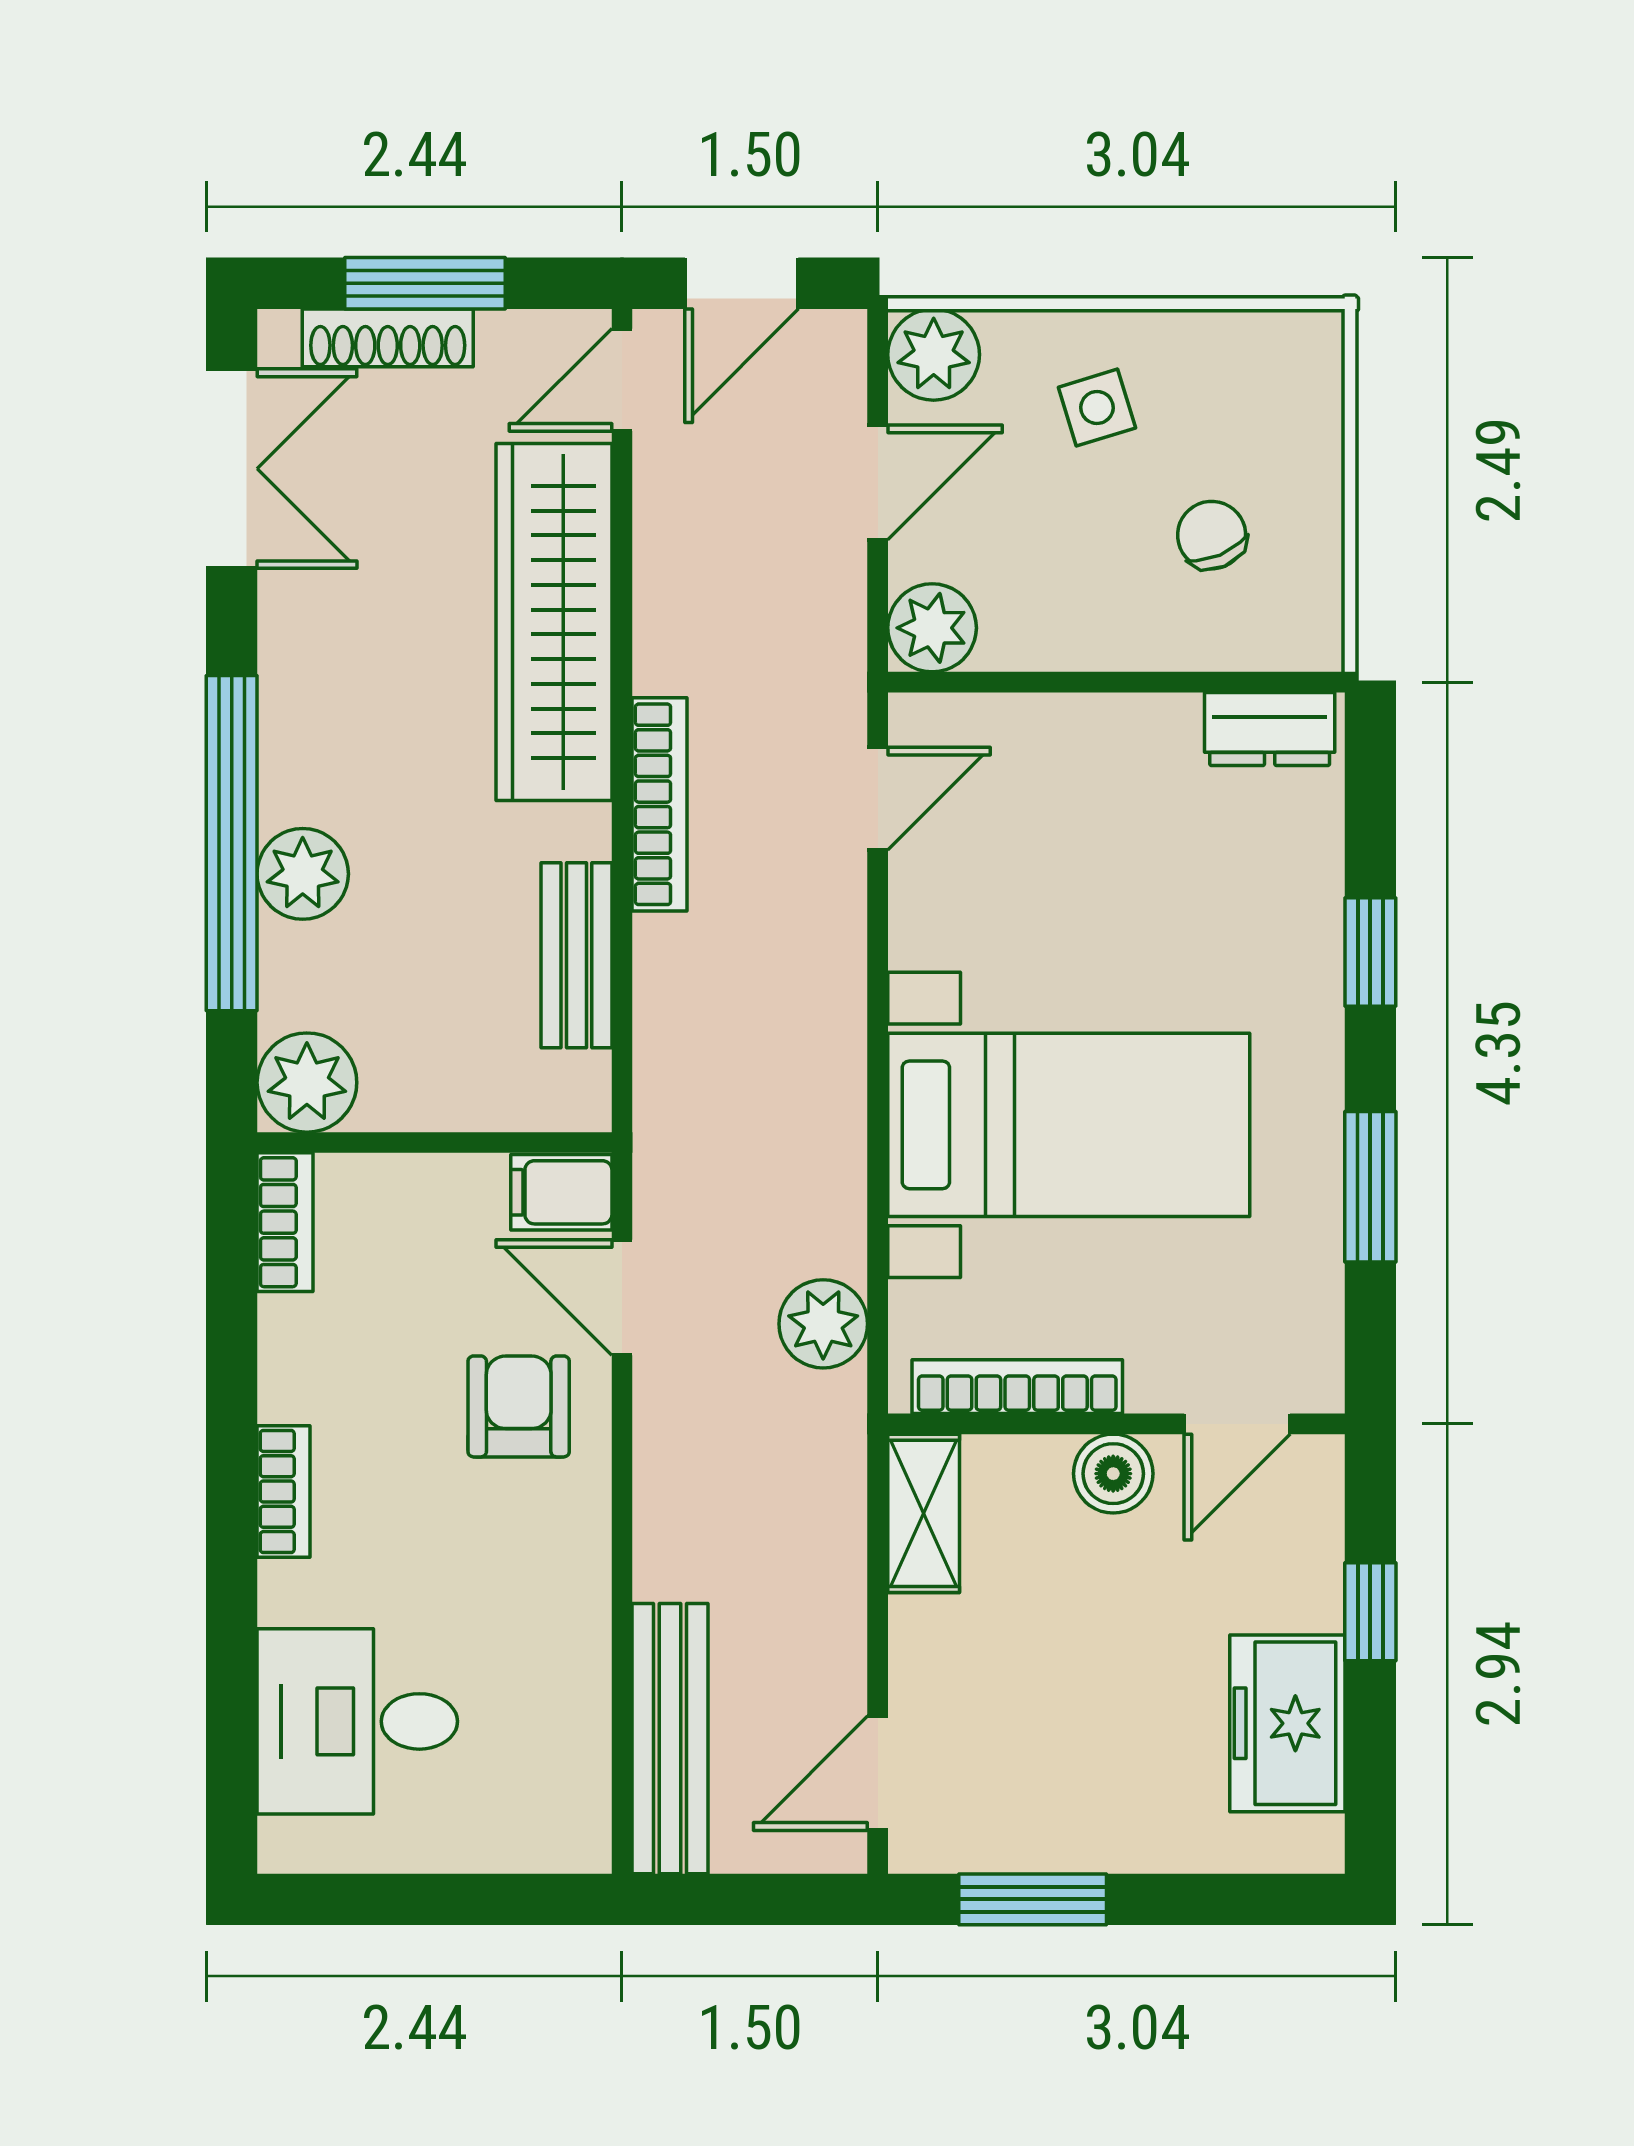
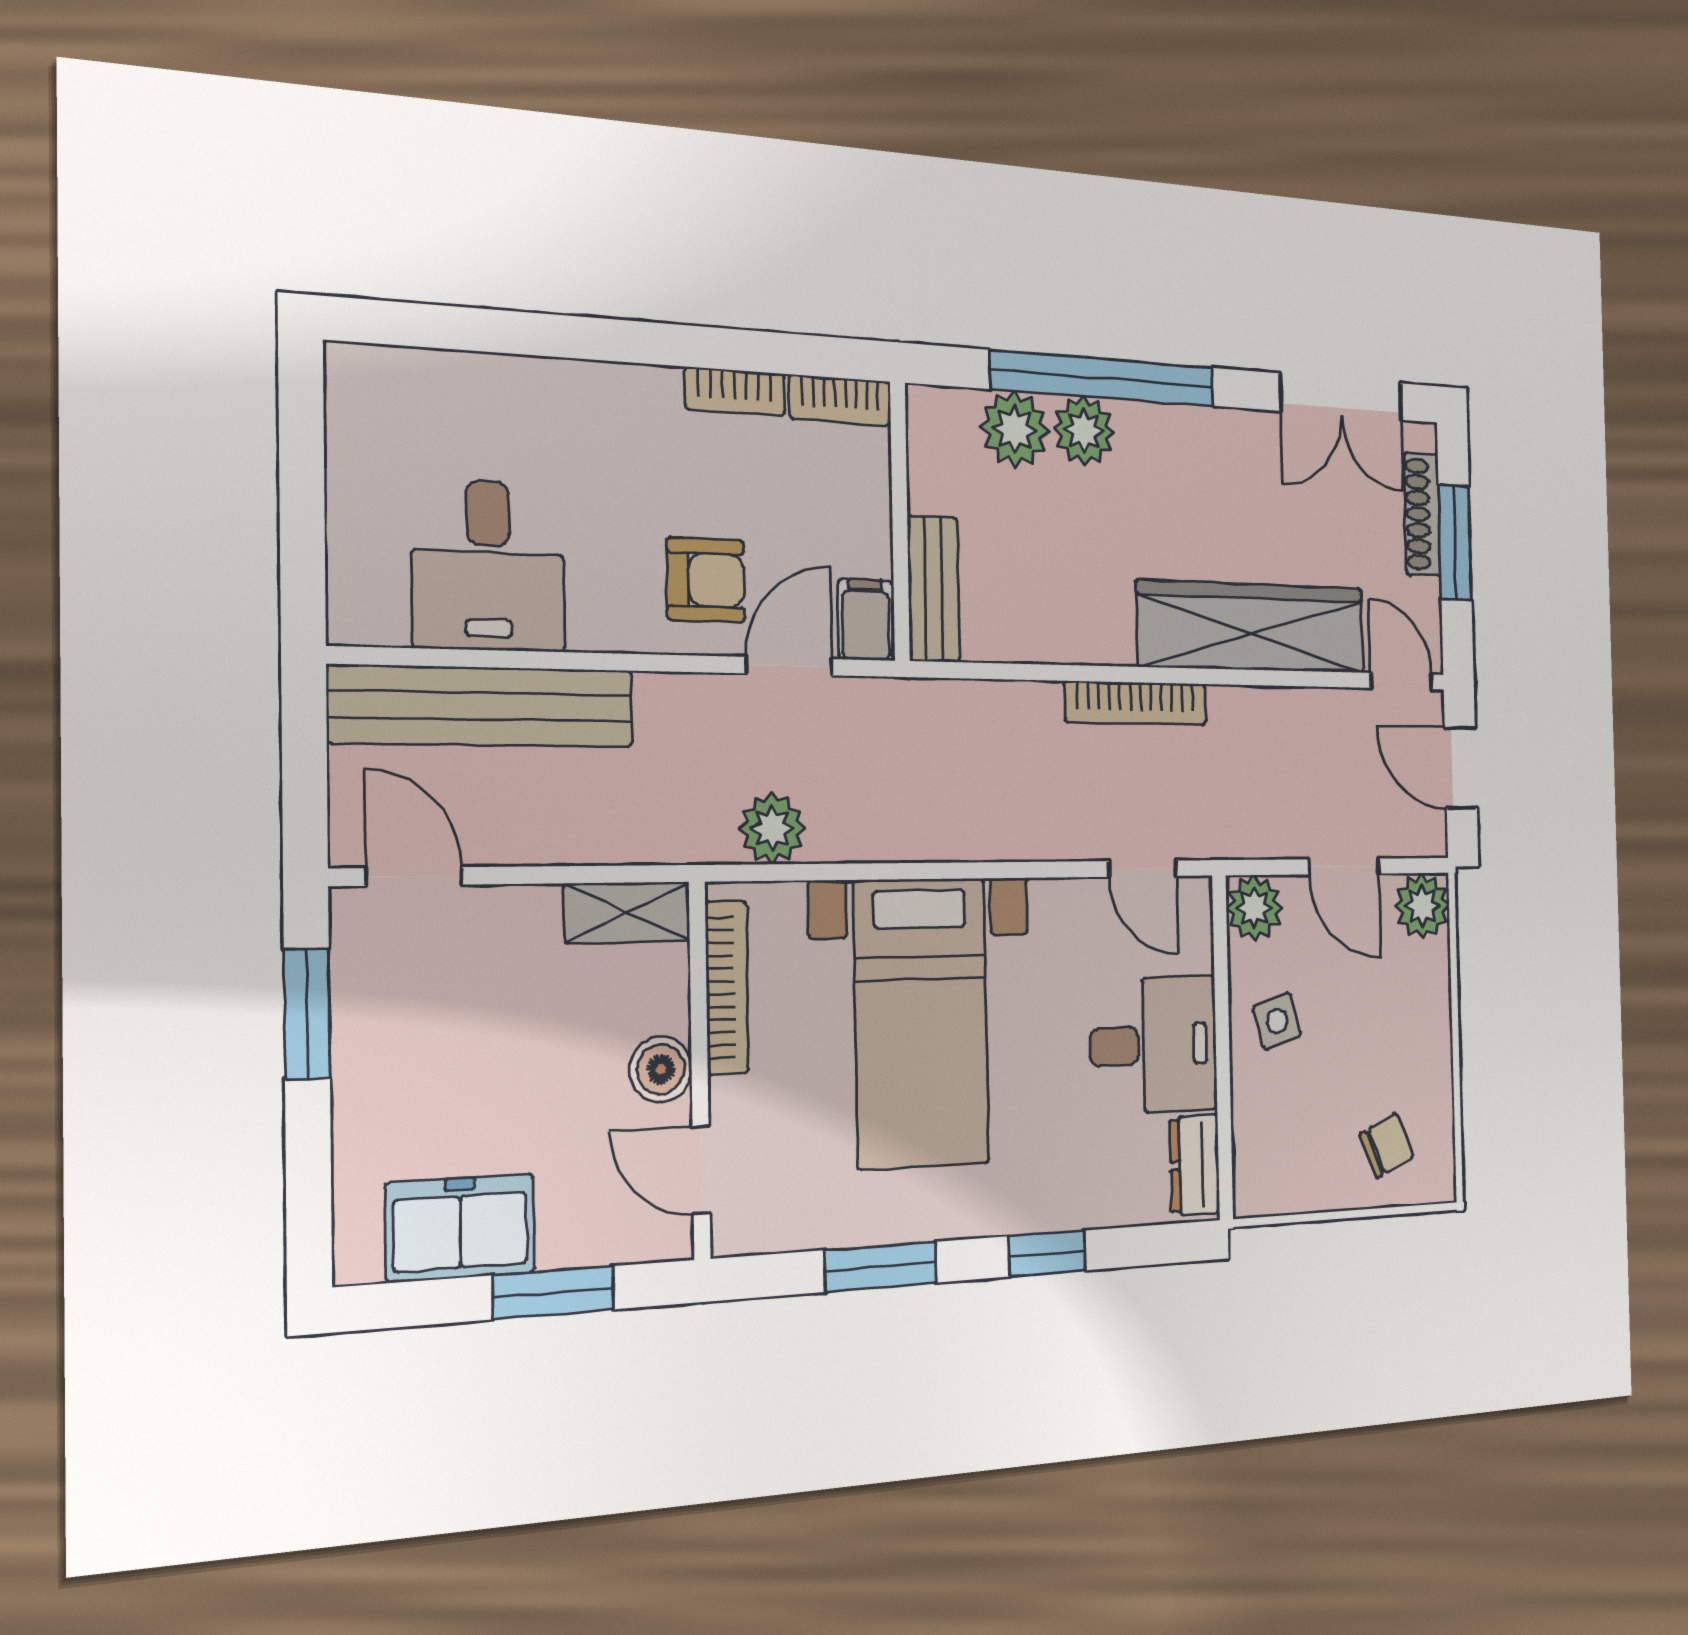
side table: (1097, 408) -> (1277, 1021), moved
chair: (1212, 535) -> (1387, 1145), moved
desk: (1109, 788) -> (1154, 1045), added
bench: (576, 955) -> (934, 589), moved, turned 90
plant: (307, 1083) -> (1015, 429), moved
bookcase: (284, 1492) -> (735, 391), moved
window: (1370, 1612) -> (553, 1293), width x1.50
desk: (357, 1721) -> (488, 566), moved, turned 180
bench: (670, 1739) -> (483, 706), width x1.37, depth x1.21

